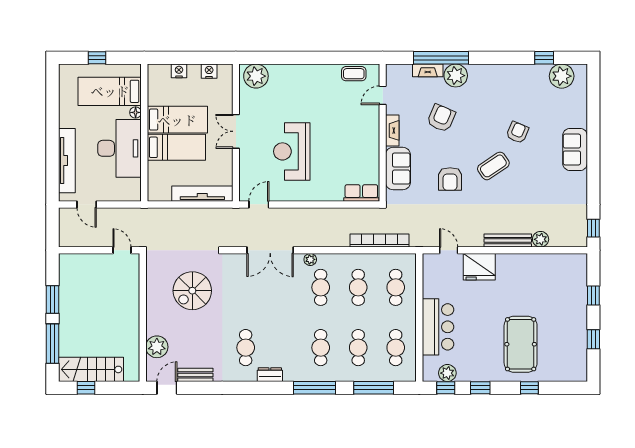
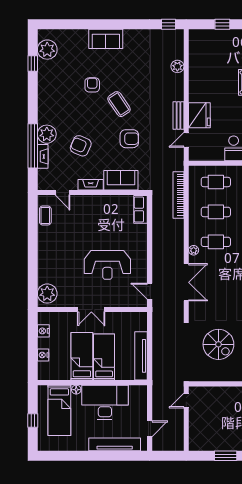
armchair: (517, 132) -> (92, 85), turned 67
tv unit: (202, 194) -> (141, 356), moved
bench: (508, 241) -> (179, 116), moved, width x0.73

